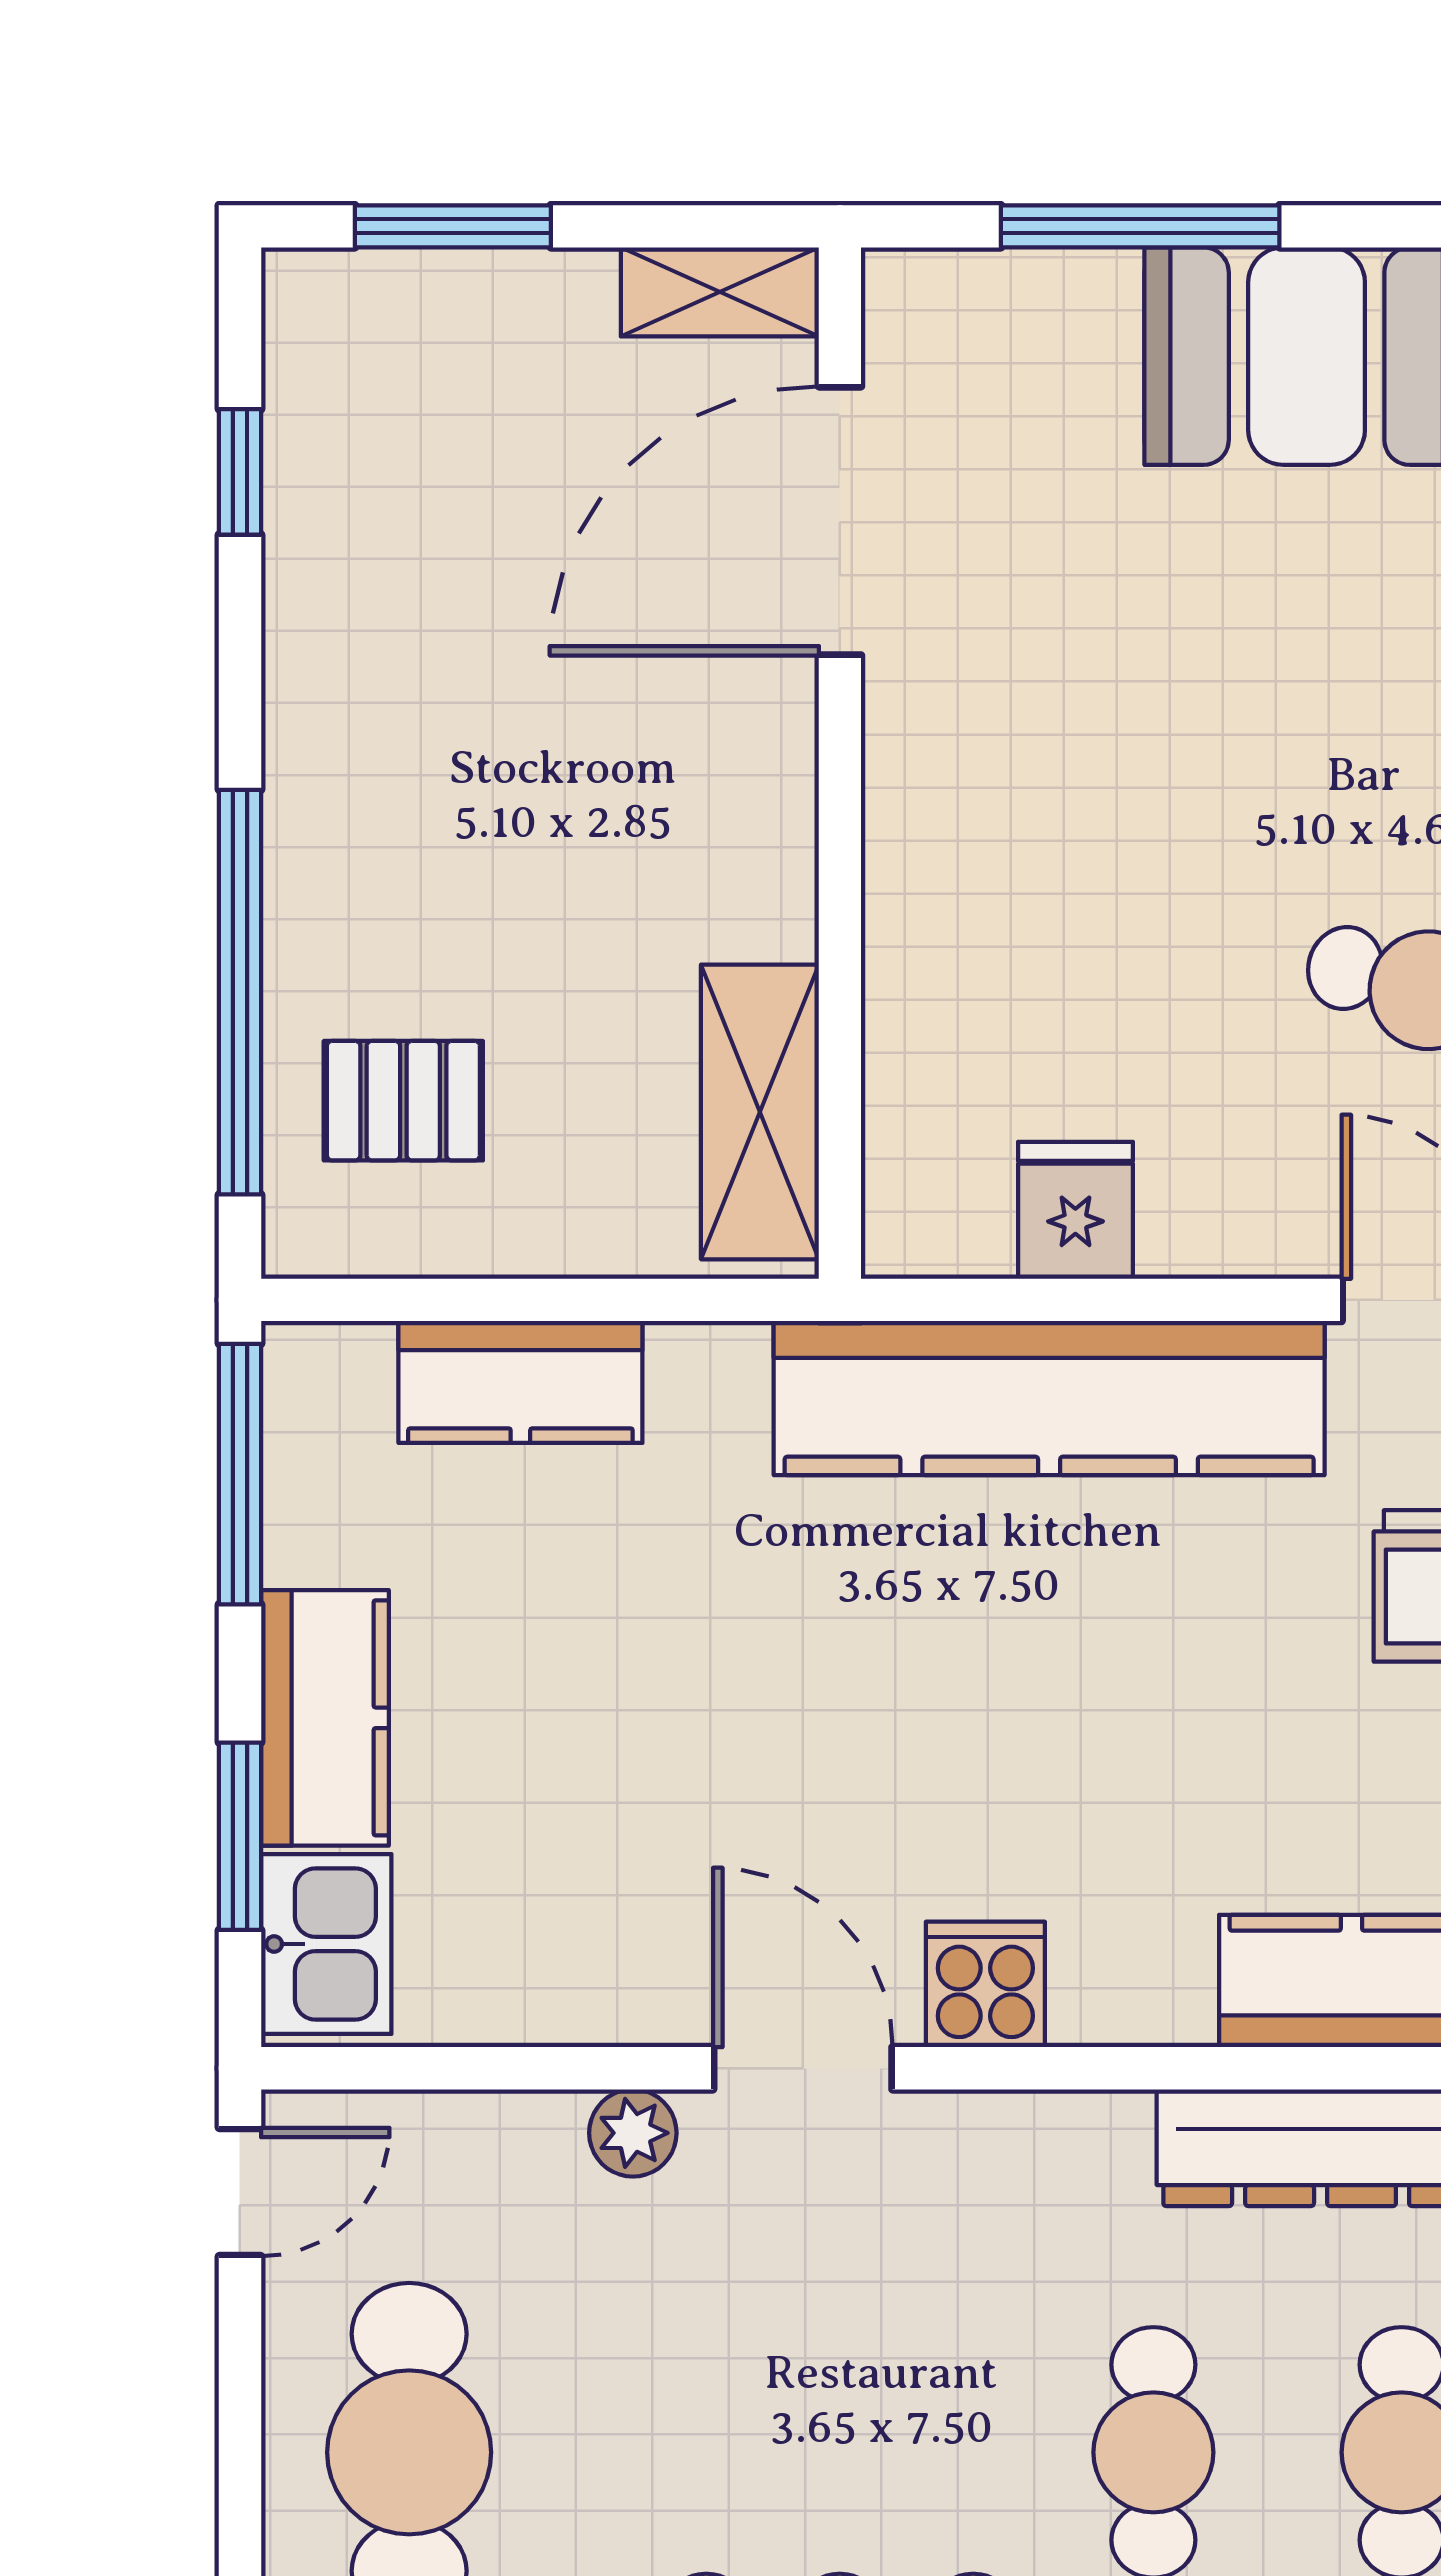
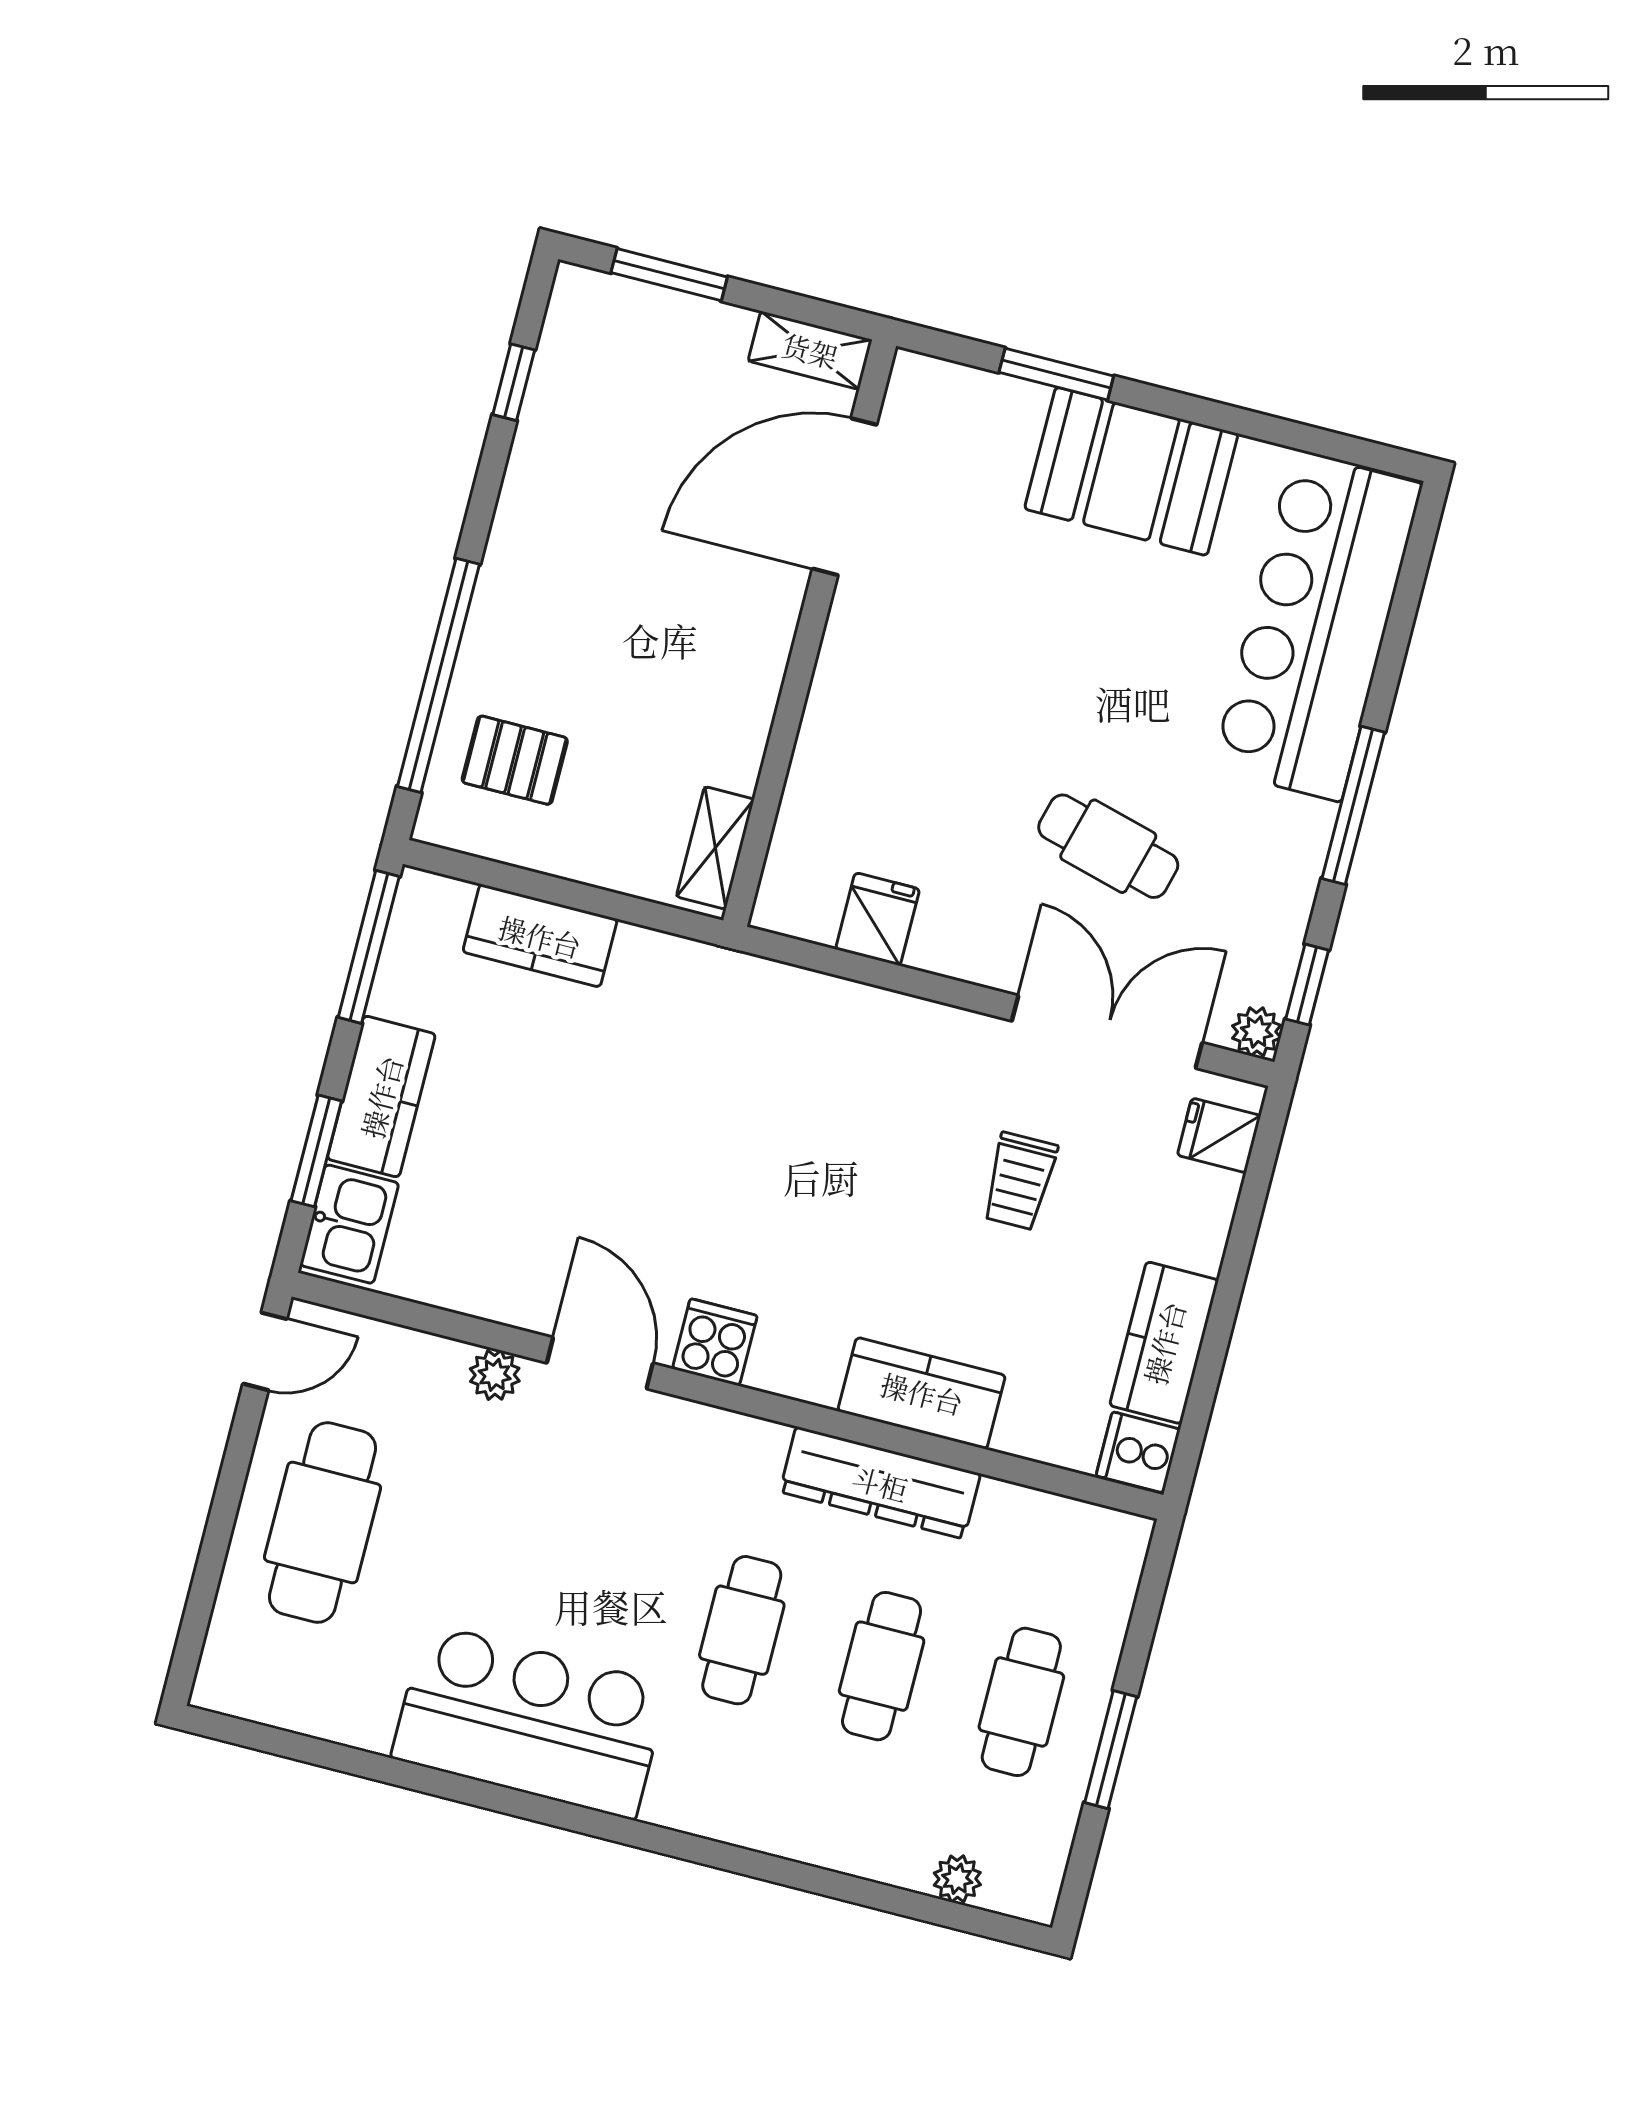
window: (1140, 226) -> (1056, 374), width x0.69
shelving: (760, 1112) -> (715, 848), width x0.67, depth x0.75
kitchen counter: (1049, 1398) -> (836, 1021), removed

